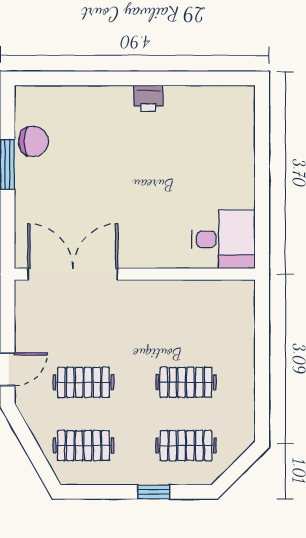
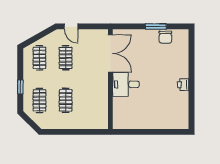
desk: (224, 239) -> (126, 84), moved, turned 90

